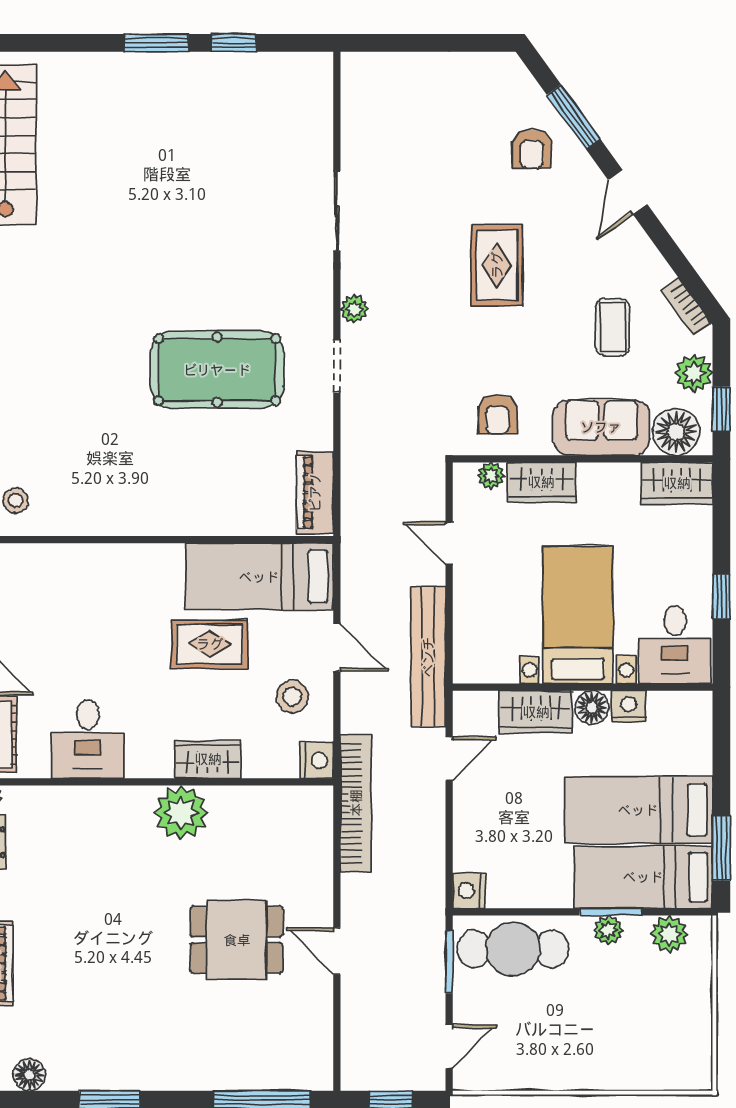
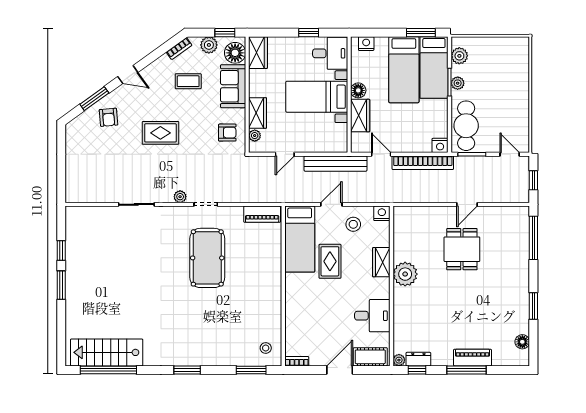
armchair: (532, 149) -> (109, 117), turned 85
nightstand: (629, 706) -> (366, 44), moved, turned 90
bookcase: (356, 803) -> (423, 163), moved, turned 180

